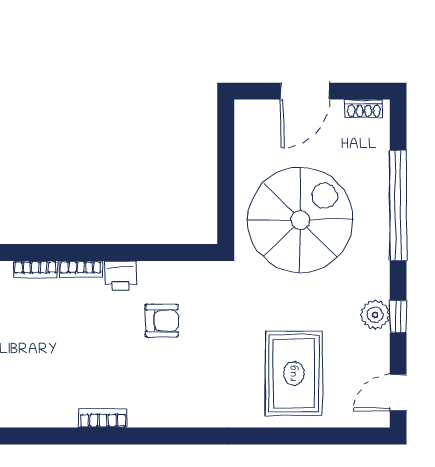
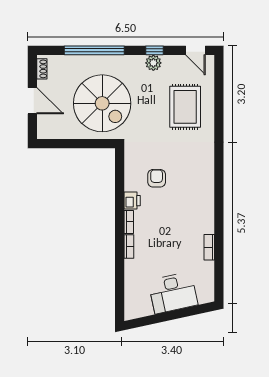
spiral stairs: (300, 220) -> (102, 103), turned 180
rug: (294, 373) -> (185, 107), turned 90
bookcase: (103, 418) -> (209, 247), moved

